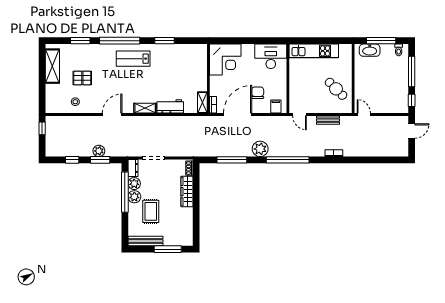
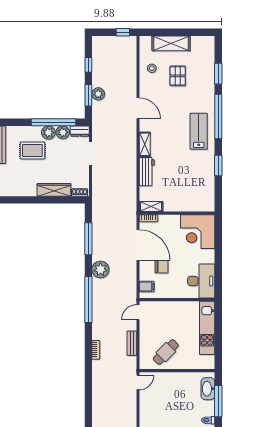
shelving: (52, 66) -> (171, 43), moved

